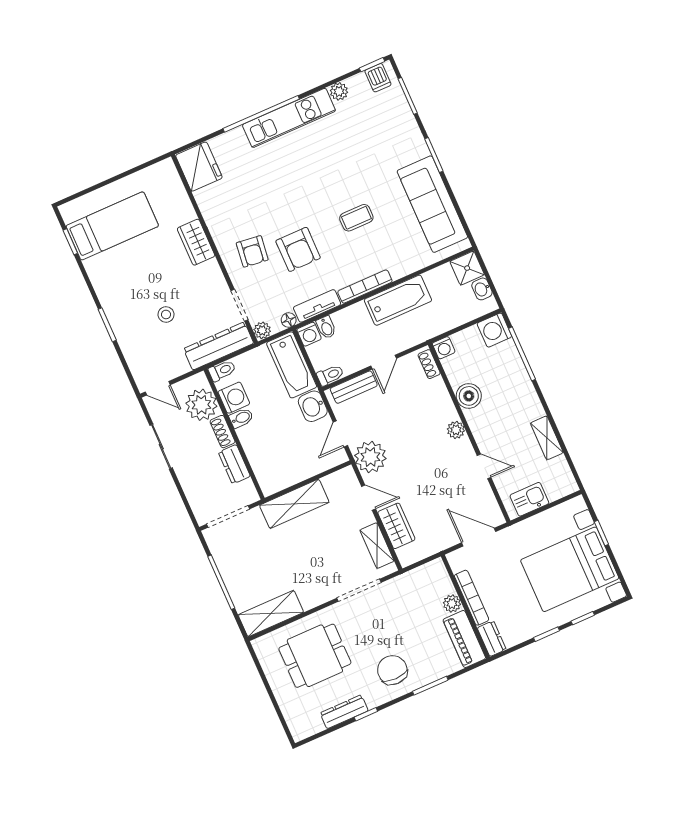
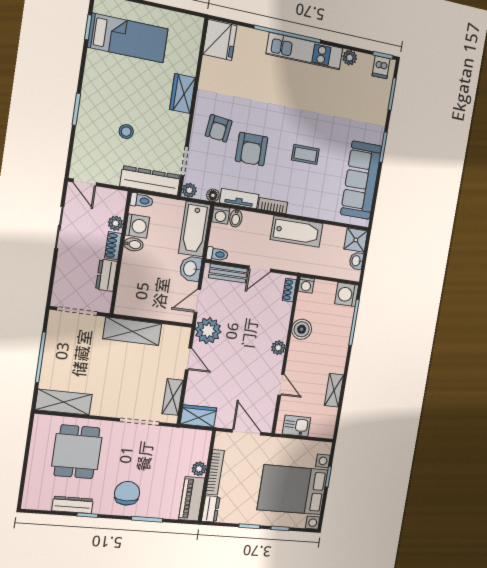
bookcase: (365, 287) -> (273, 206), width x0.64
plant: (201, 405) -> (115, 223), width x0.53, depth x0.53
wardrobe: (396, 526) -> (198, 416), moved, turned -90
dining table: (315, 656) -> (77, 452), turned 90

